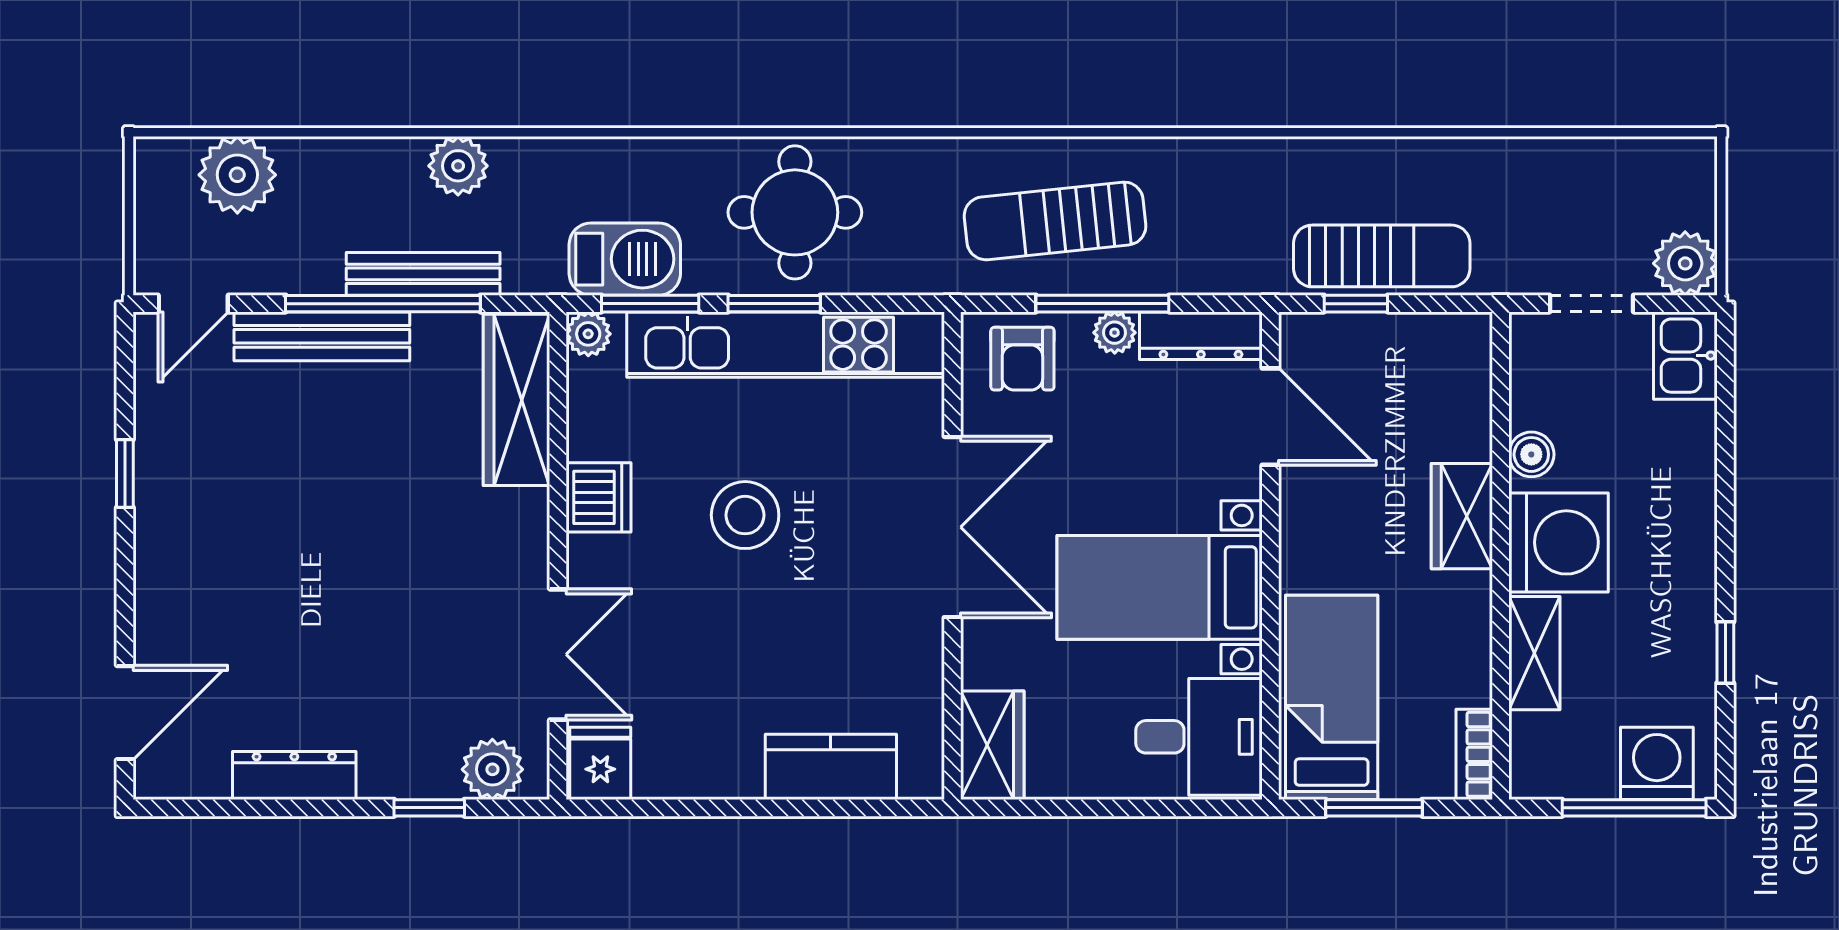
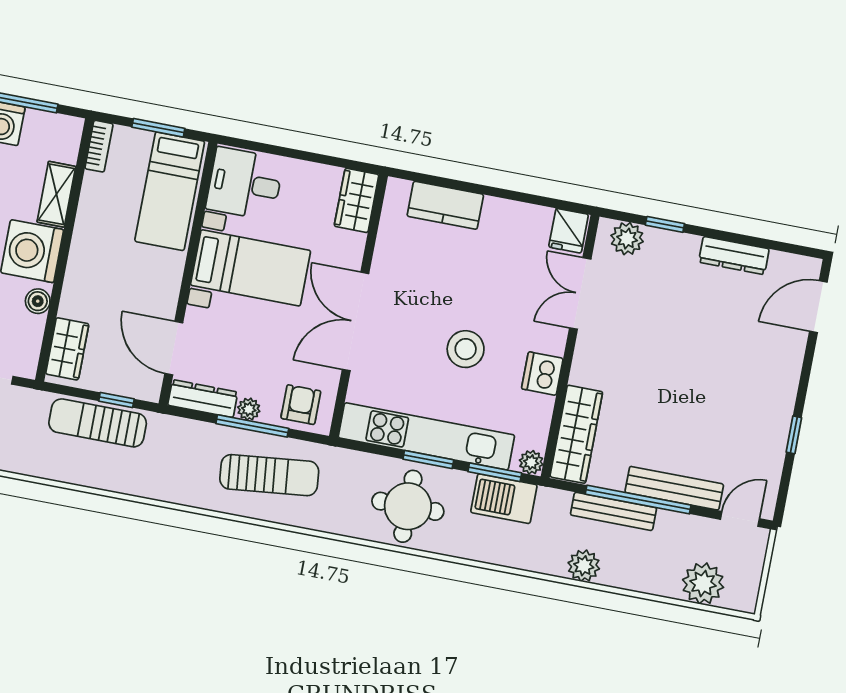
wardrobe: (1462, 516) -> (67, 349), moved

